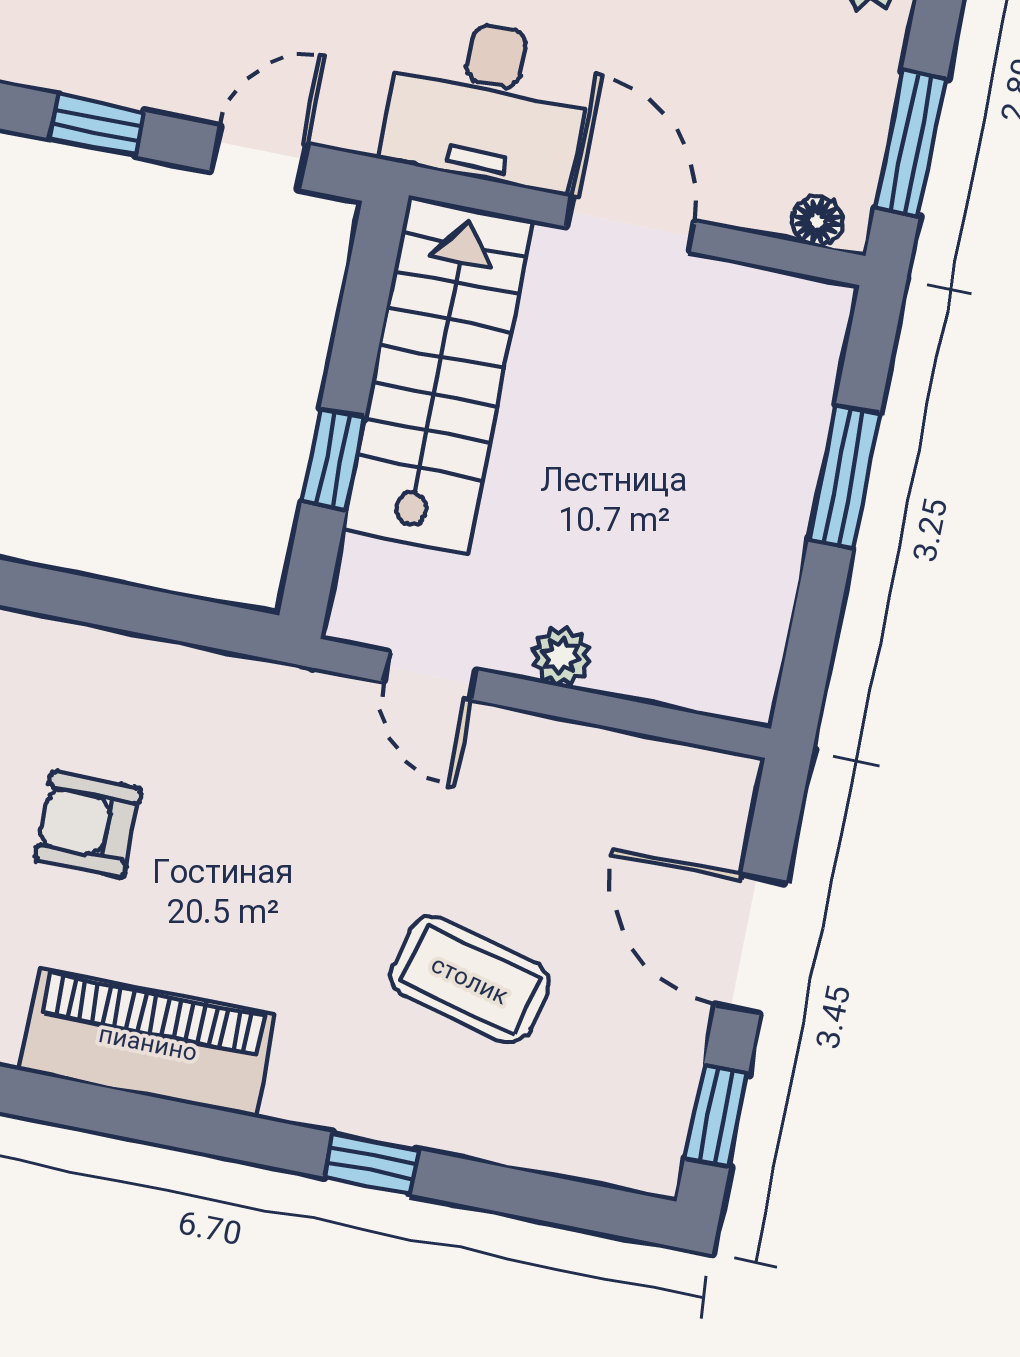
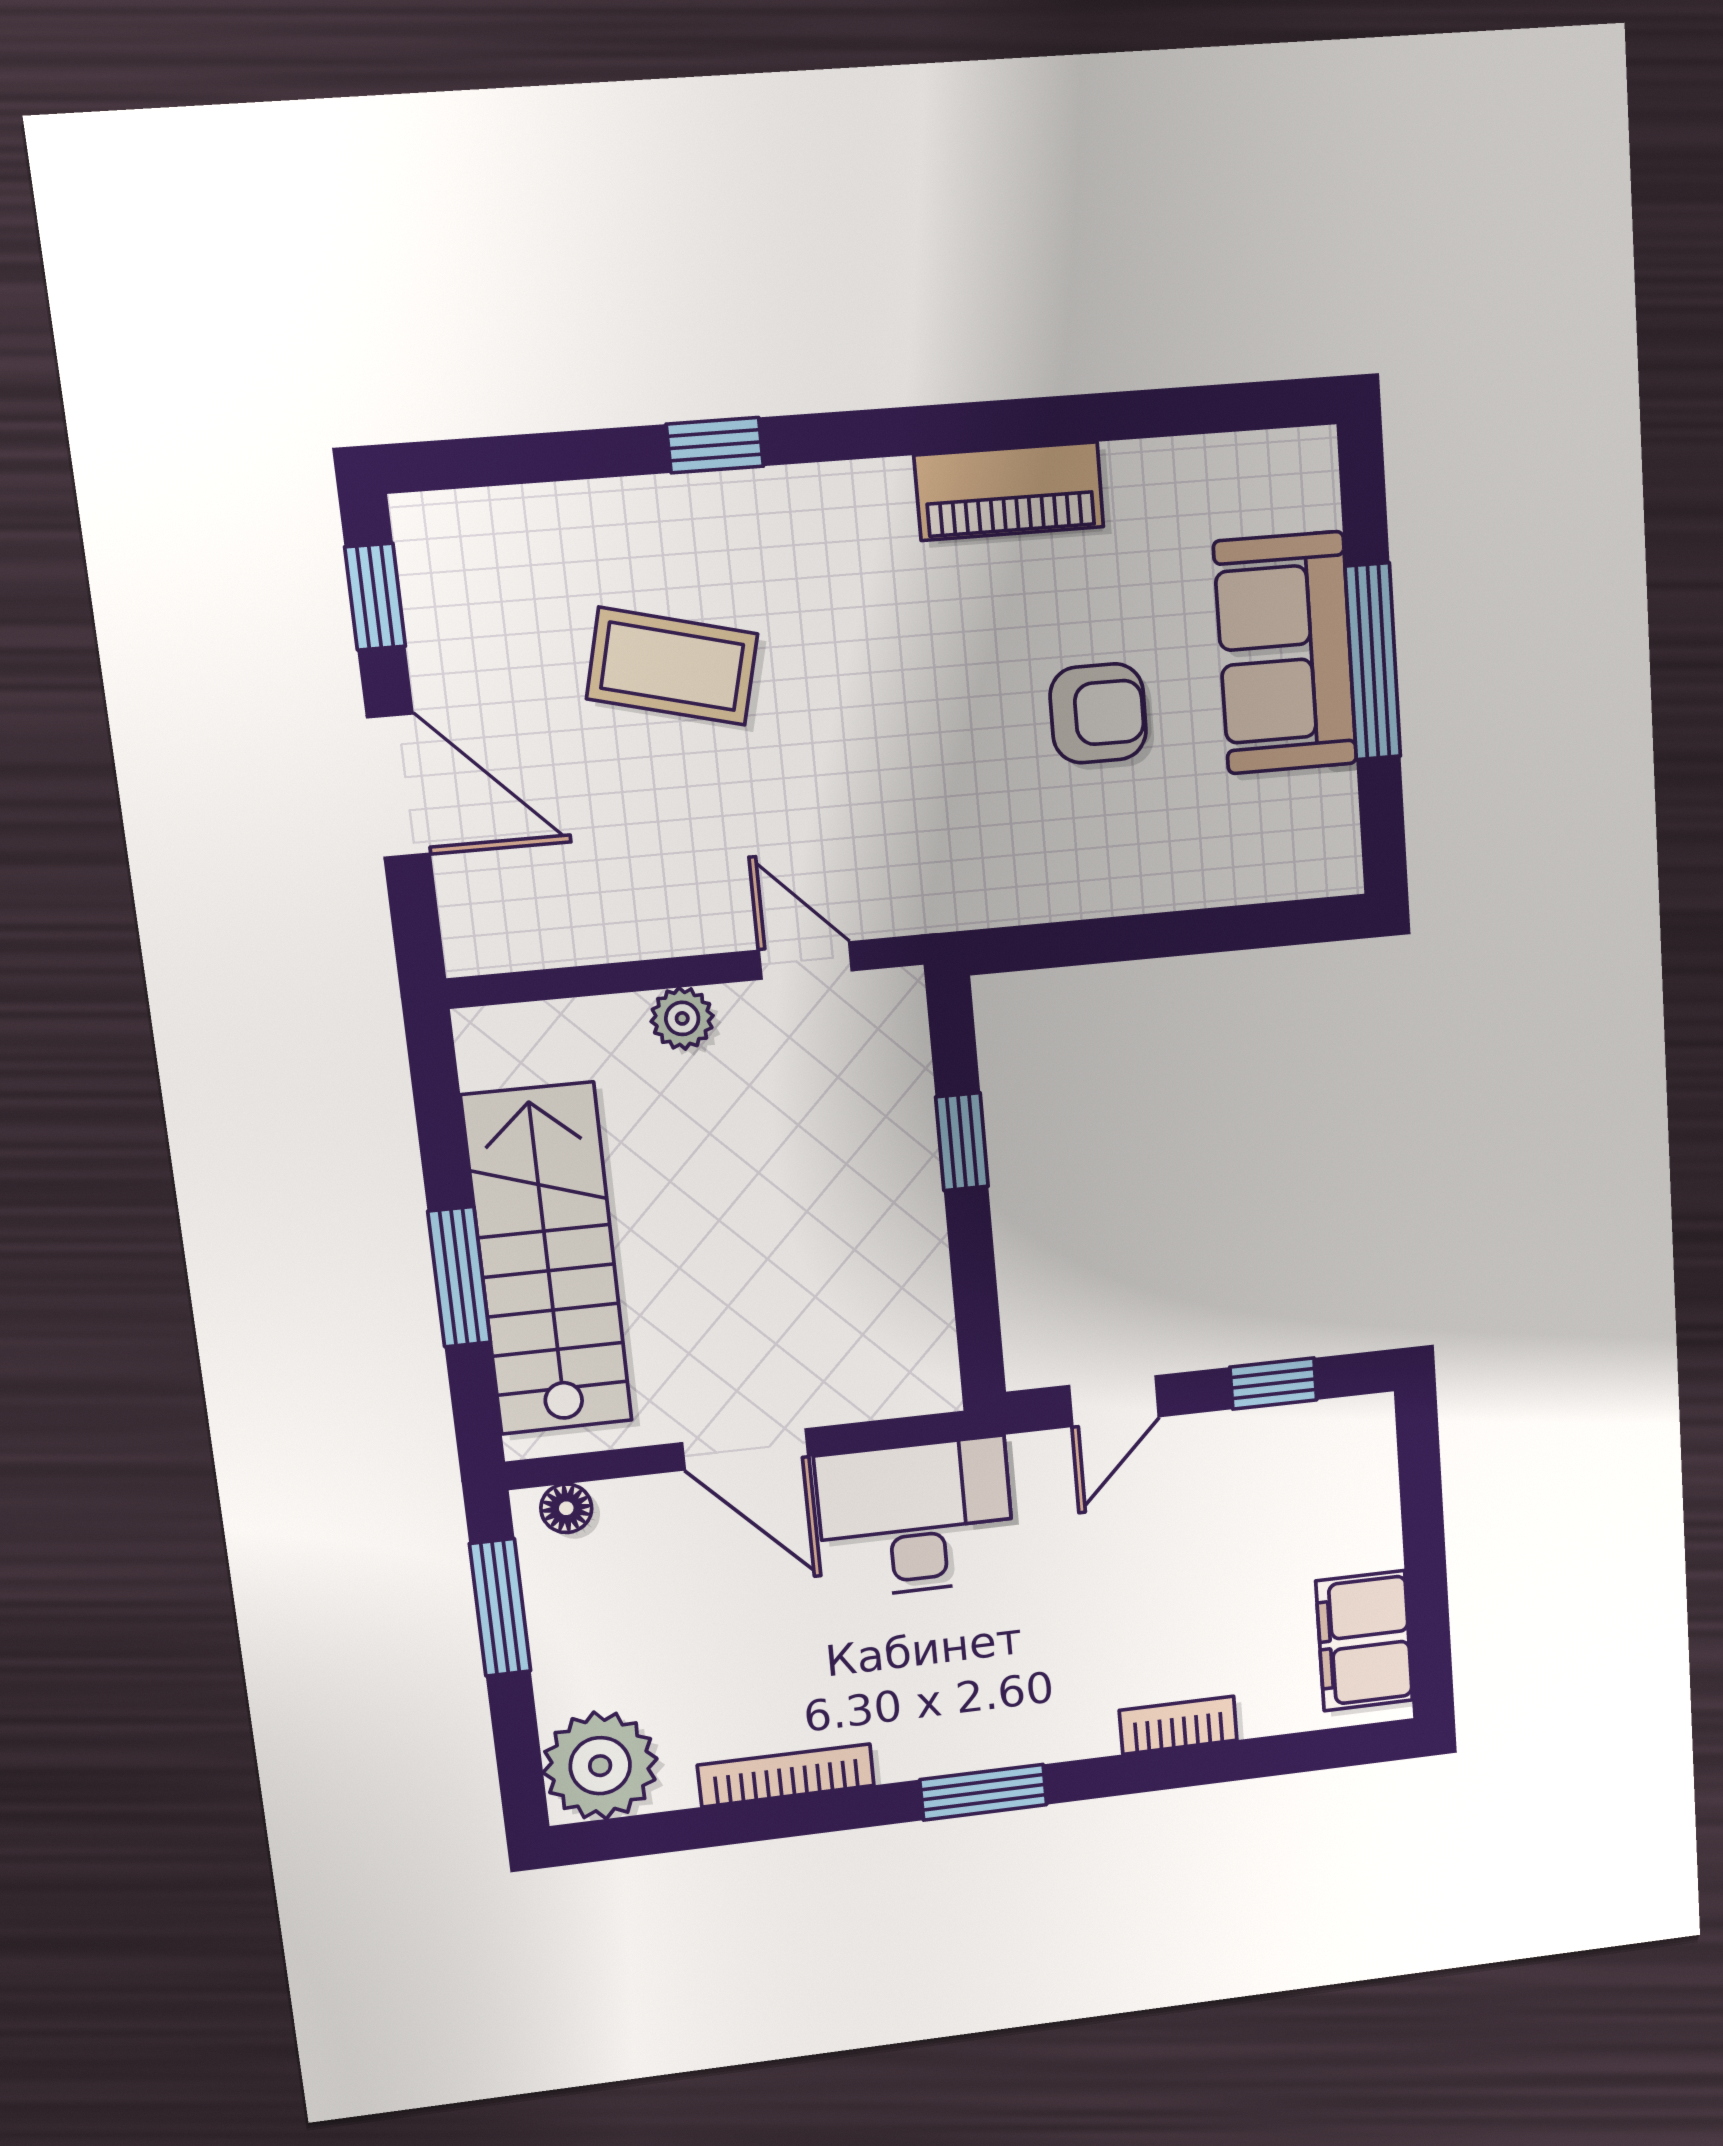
stairs: (438, 375) -> (547, 1259), moved, turned 180
piano: (148, 1043) -> (1009, 491), width x0.73, depth x0.75

